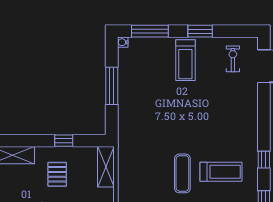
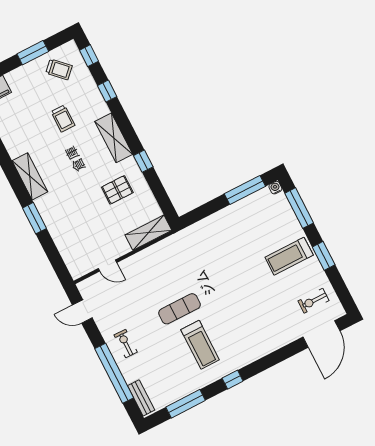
exercise bike: (233, 59) -> (313, 301), turned 180
window: (112, 86) -> (245, 190), moved
window: (64, 141) -> (143, 161), moved

